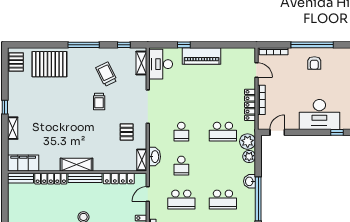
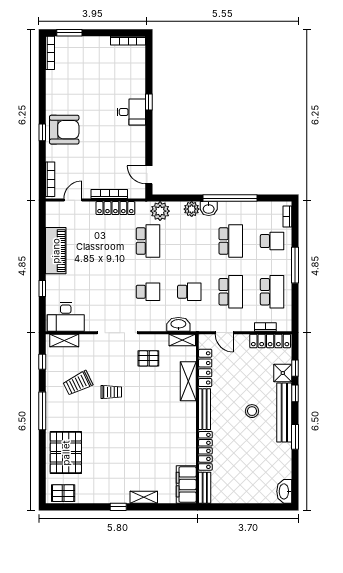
window: (312, 45) -> (42, 132), width x0.32
piano: (202, 56) -> (56, 251), moved
armchair: (314, 63) -> (64, 130), width x1.88, depth x1.88
desk: (319, 114) -> (131, 112), width x0.53, depth x0.77
plant: (249, 157) -> (192, 209), moved
shelving: (77, 165) -> (188, 381), moved

